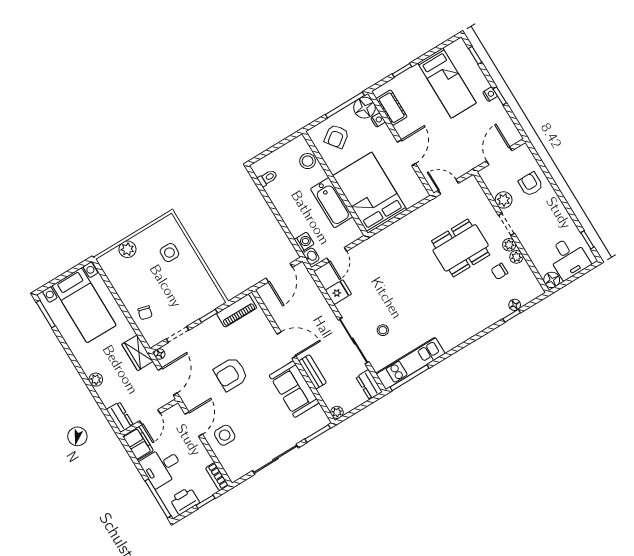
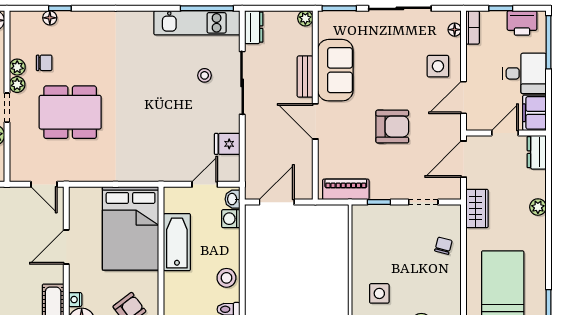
stool: (308, 161) -> (226, 278), moved
floor lamp: (159, 354) -> (455, 30), moved

